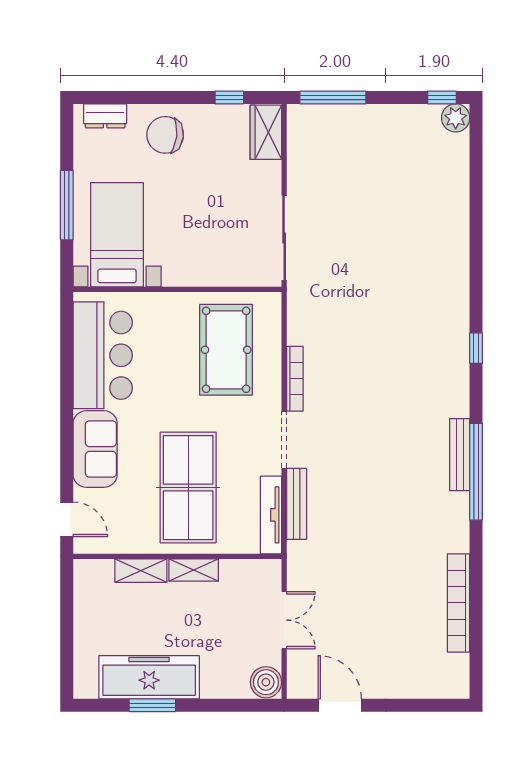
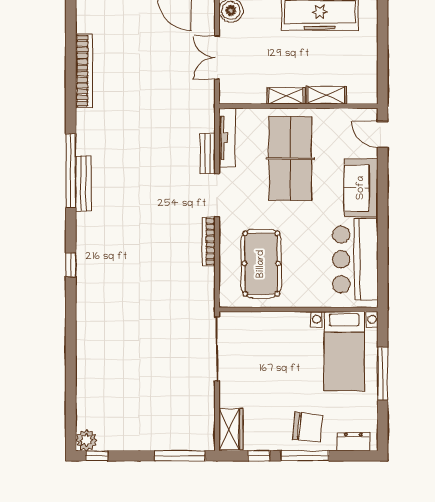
window: (168, 97) -> (305, 456), added
bench: (297, 504) -> (208, 153), width x0.73

